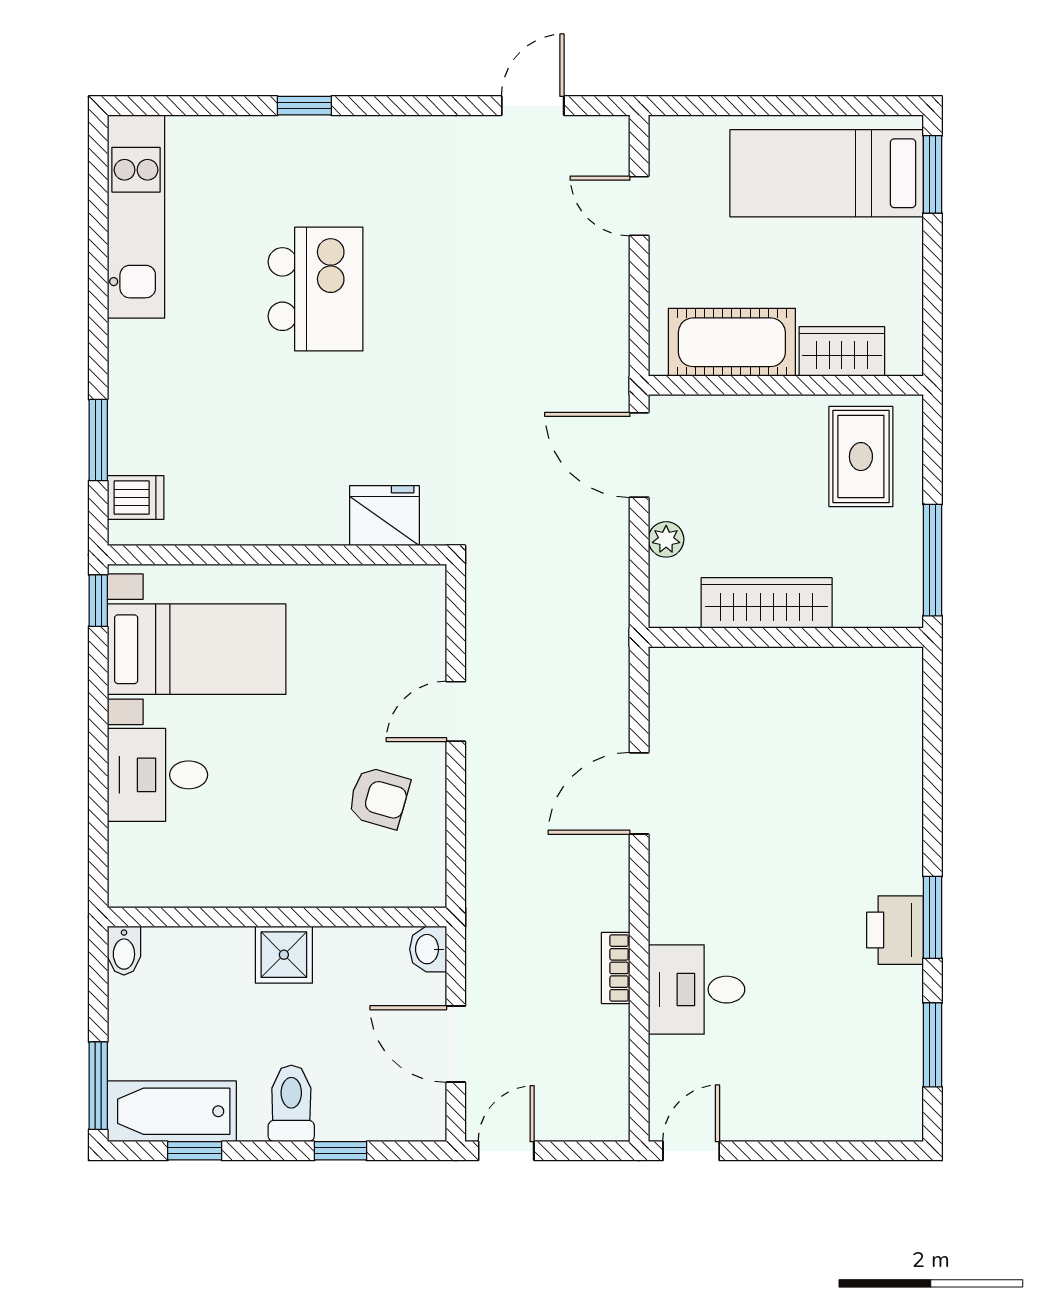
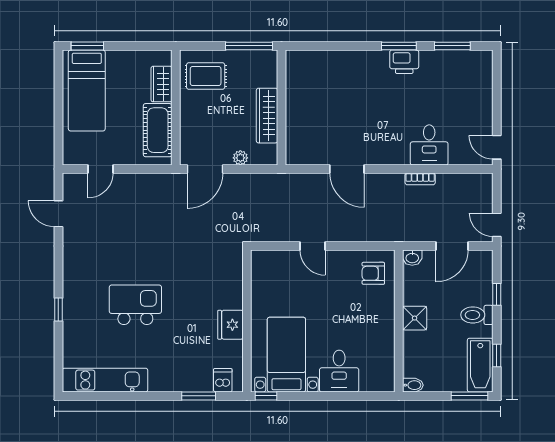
fridge: (384, 516) -> (230, 325), moved
armchair: (379, 798) -> (373, 273), moved, turned -106

